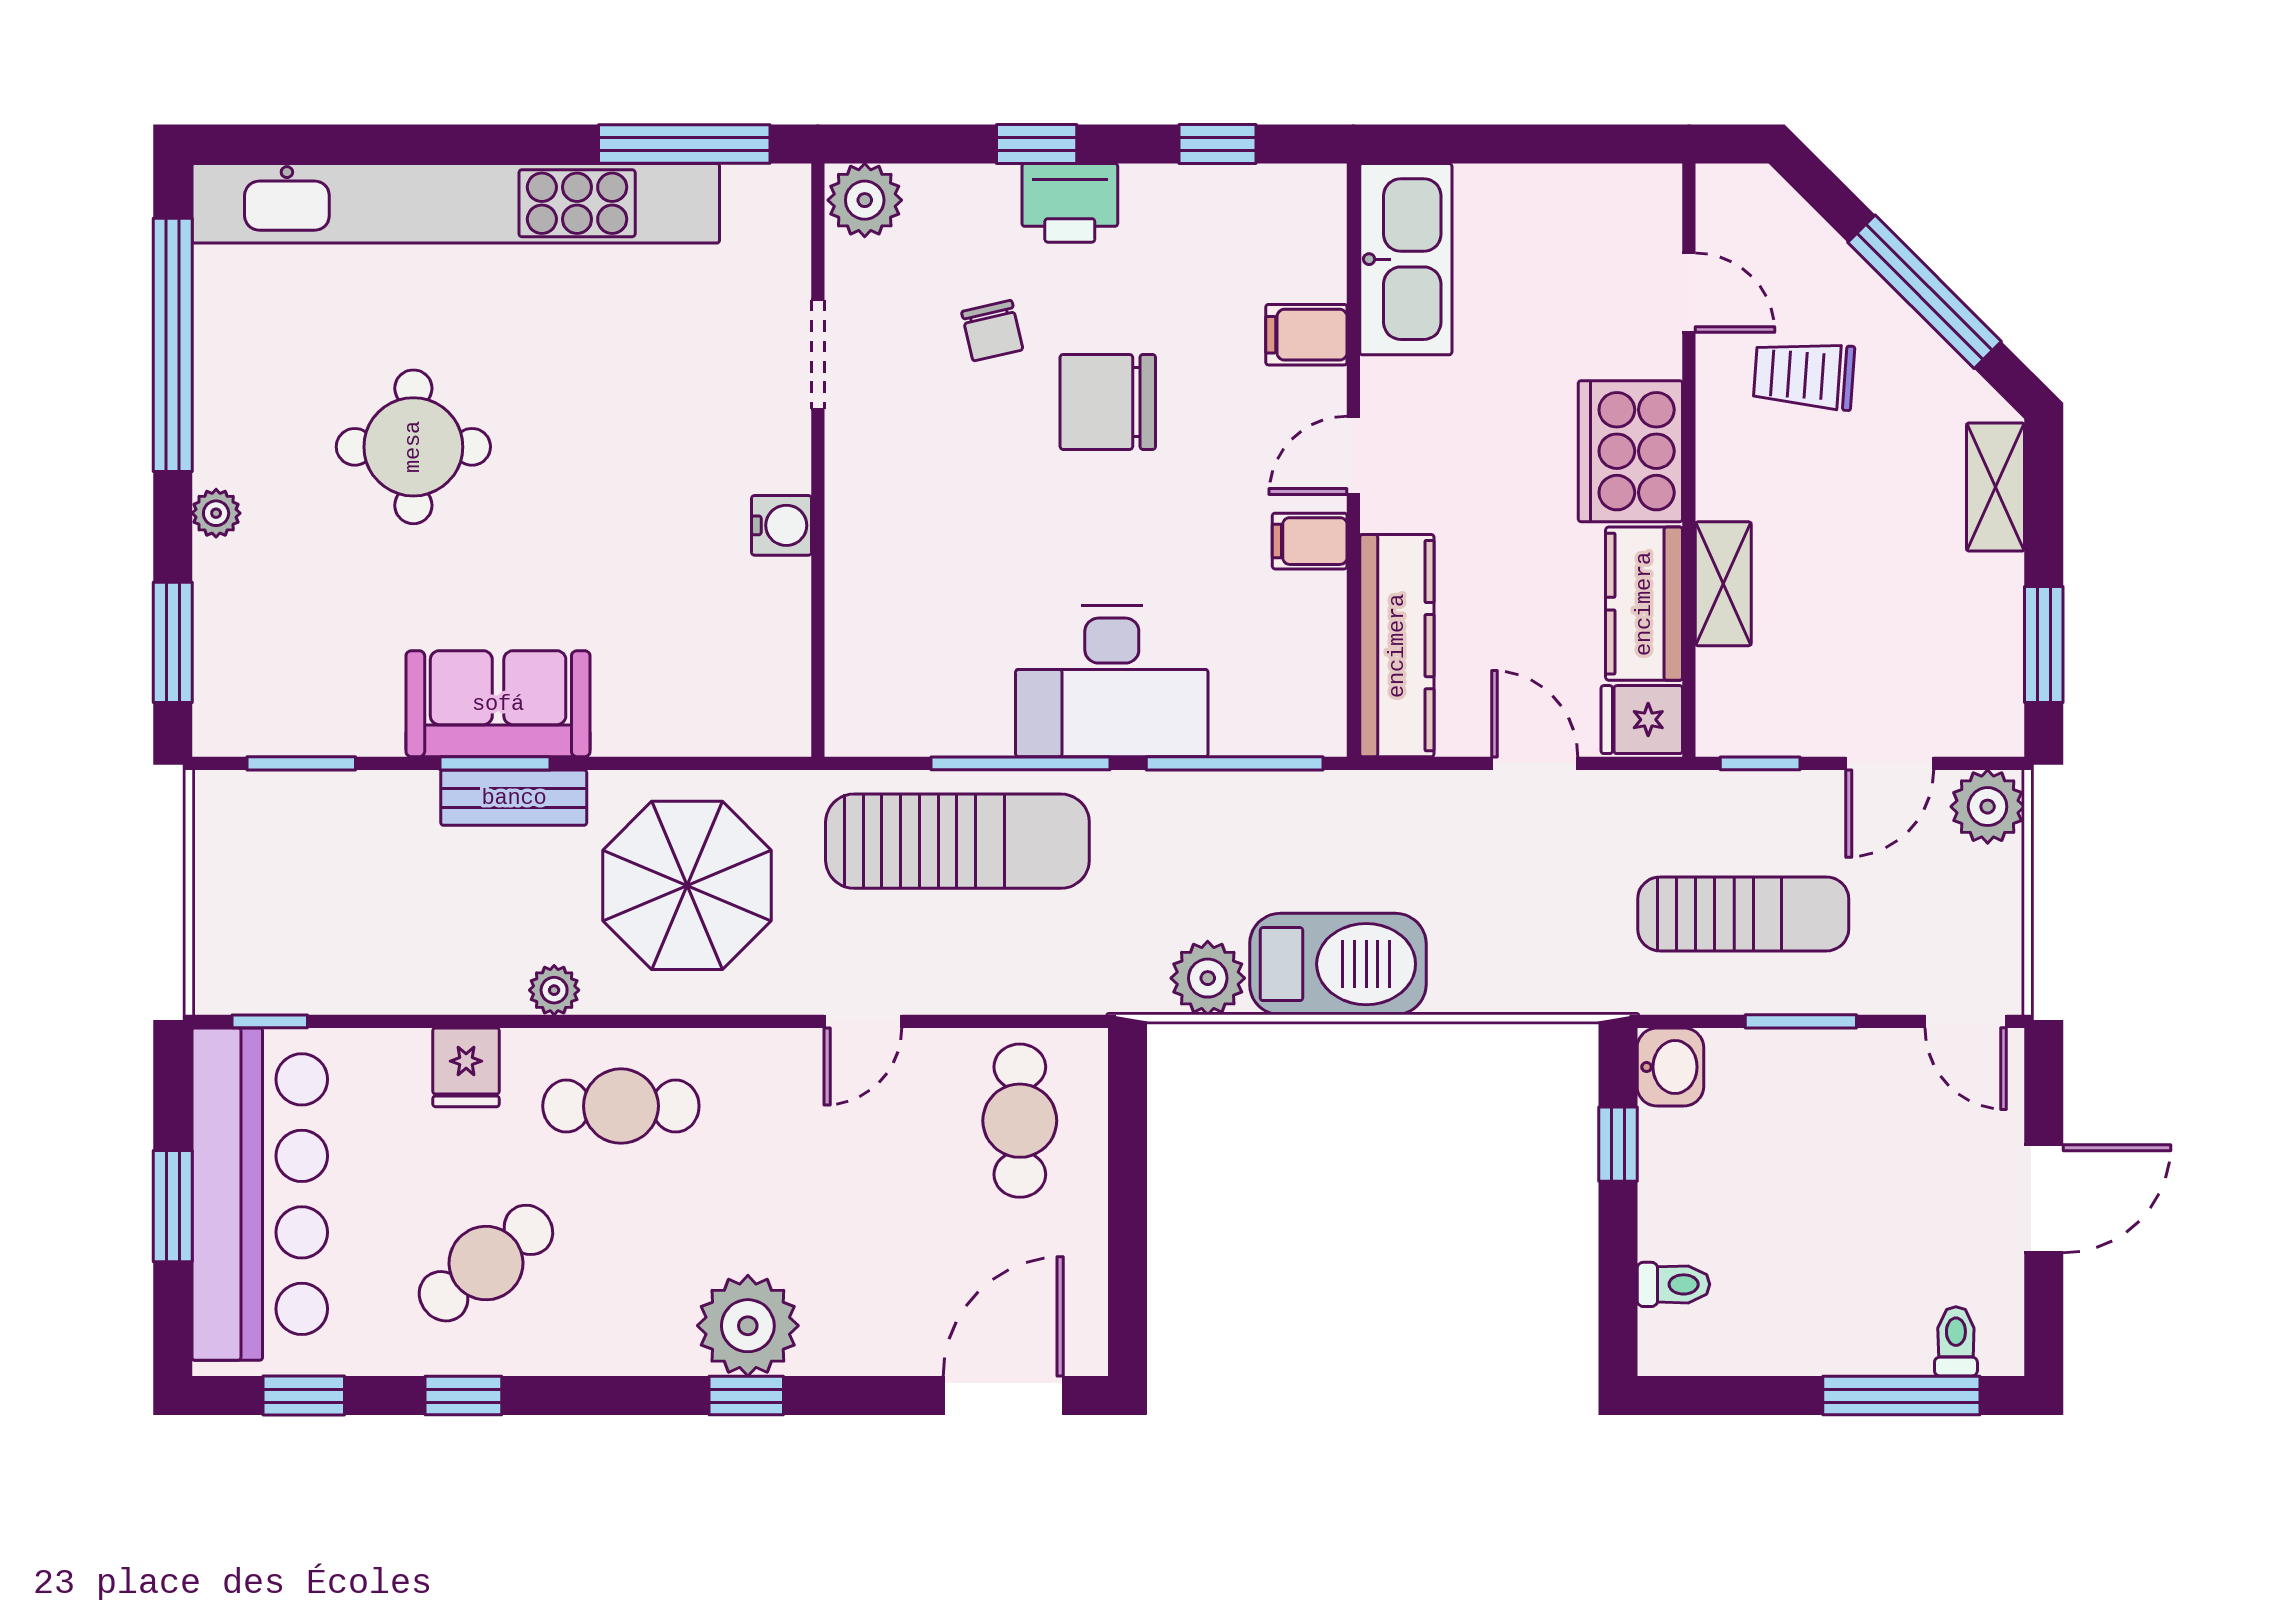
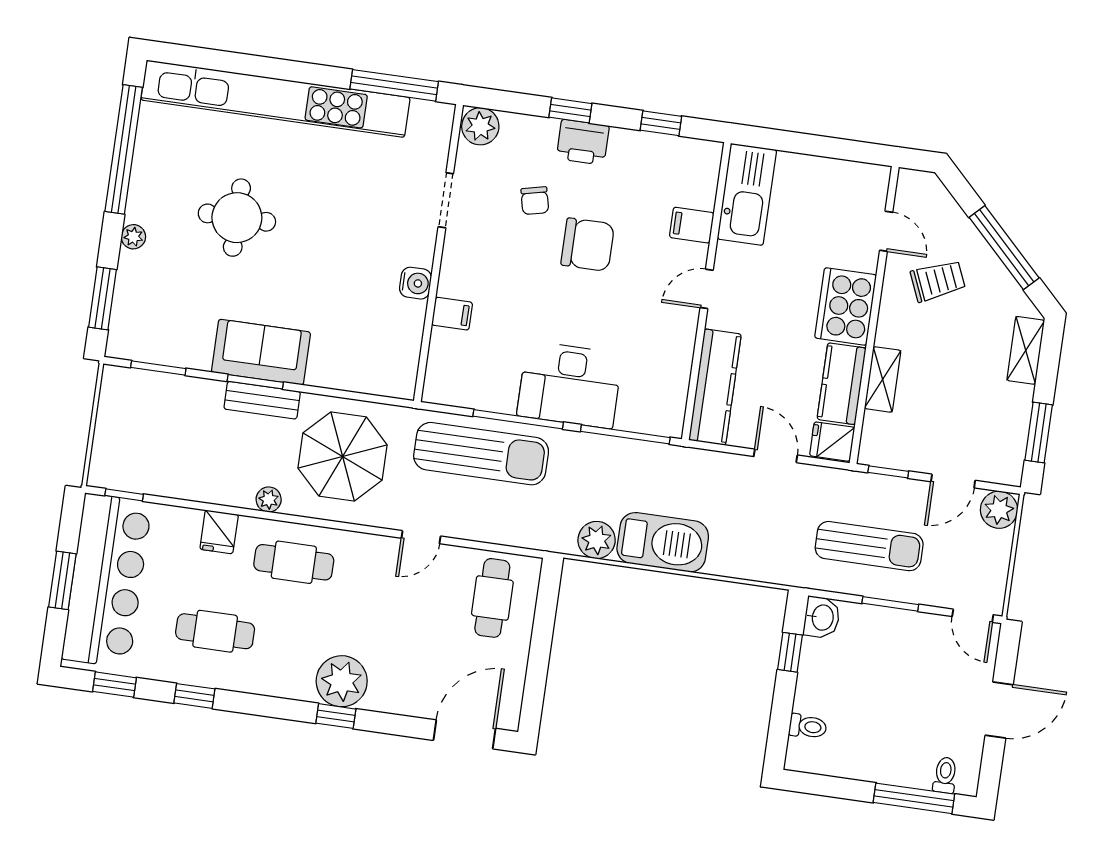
trolley: (1804, 375) -> (938, 281), turned 153
chair: (1108, 402) -> (588, 245), turned 180
filing cabinet: (1310, 541) -> (452, 314), moved, turned 180
cafe table: (486, 1263) -> (215, 631), turned 38

